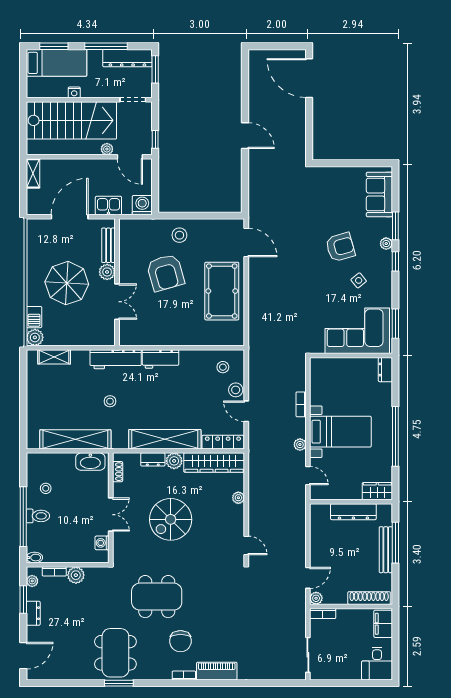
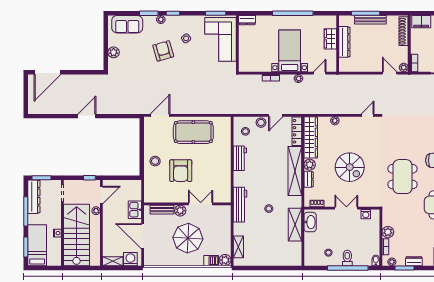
plant: (338, 174) -> (114, 52), added
washing machine: (142, 205) -> (130, 259), moved, turned 90
armchair: (165, 273) -> (181, 171), turned 106
workbench: (161, 359) -> (240, 158), moved
shelving: (75, 439) -> (295, 225), width x0.68
wardrobe: (377, 491) -> (330, 39), moved

